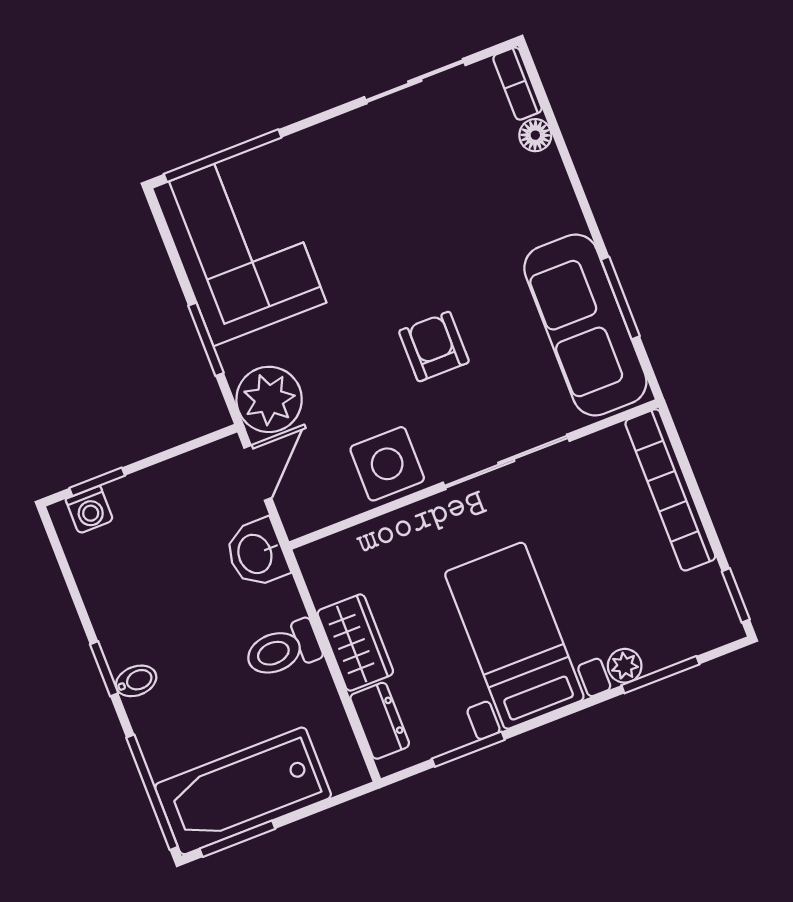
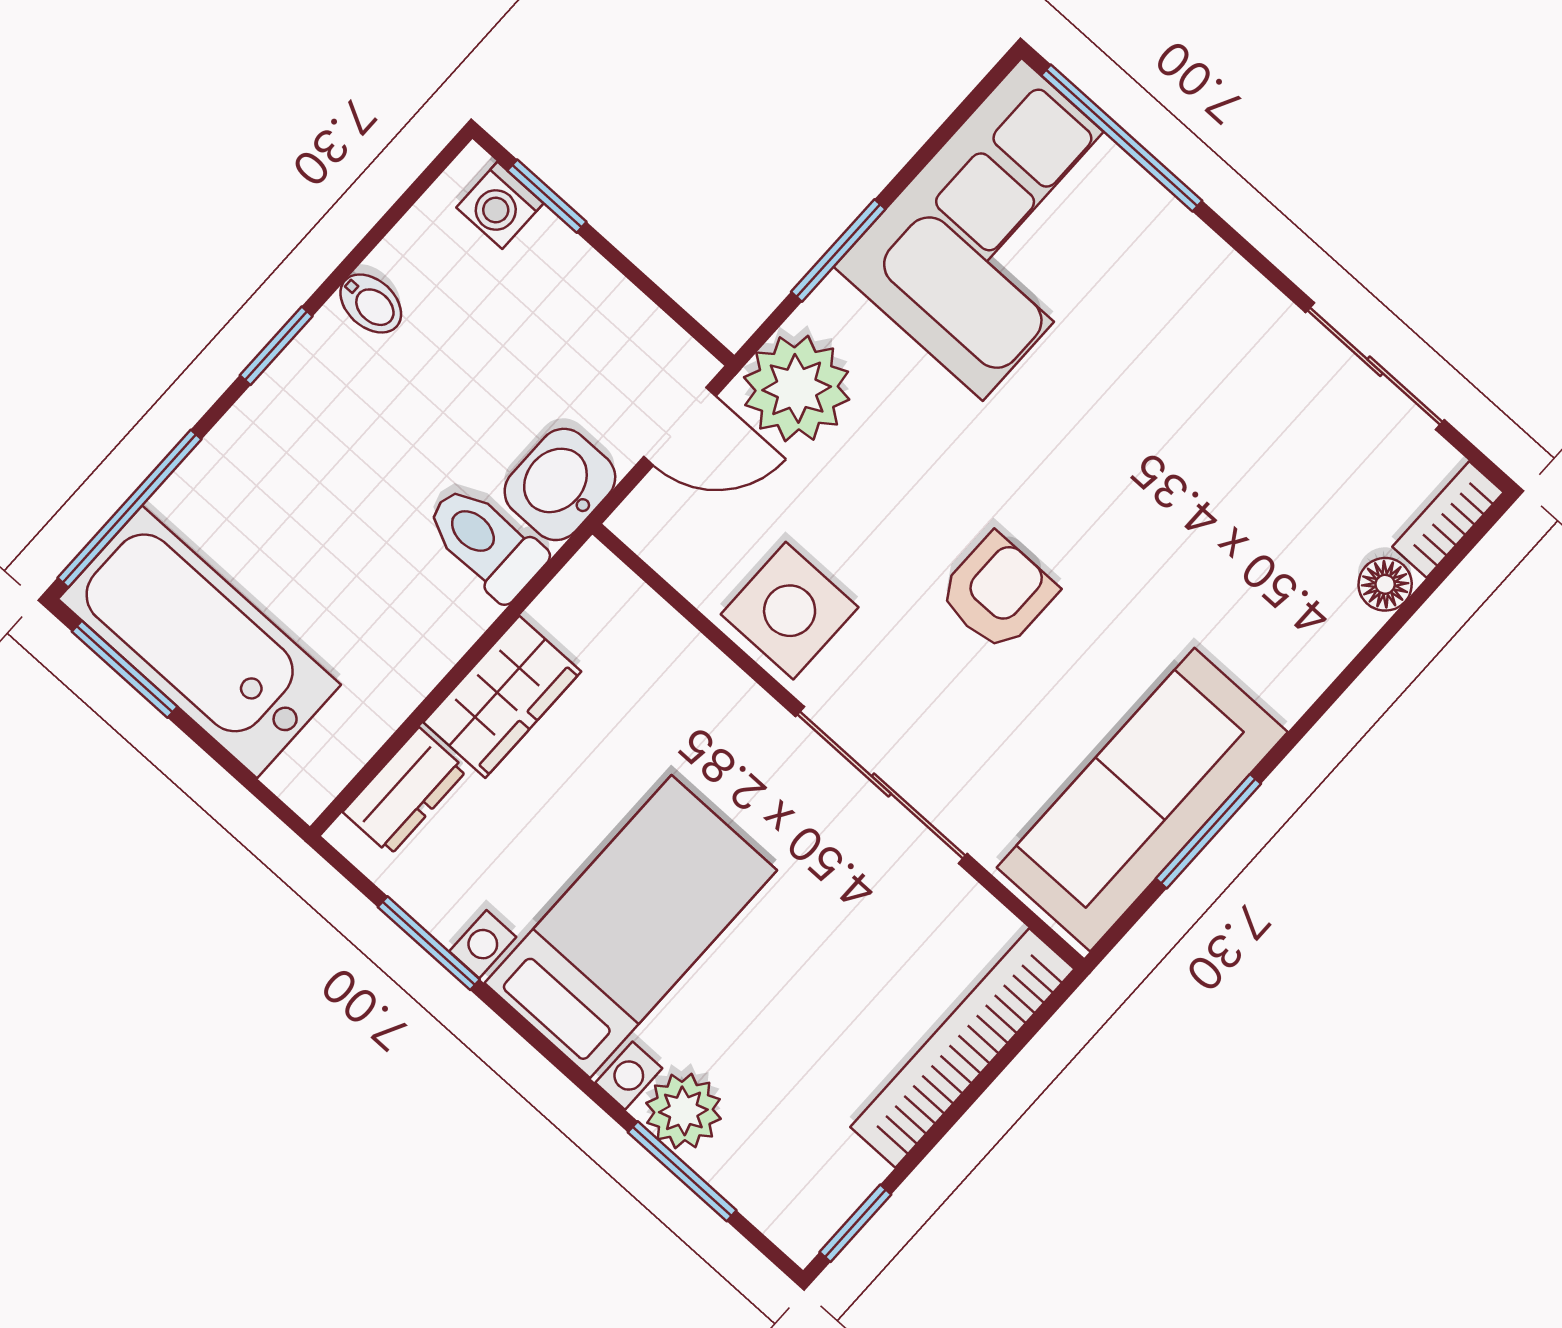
toilet: (283, 650) -> (485, 542), moved
plant: (625, 666) -> (683, 1111), width x1.38, depth x1.38
bidet: (136, 681) -> (371, 303), moved

